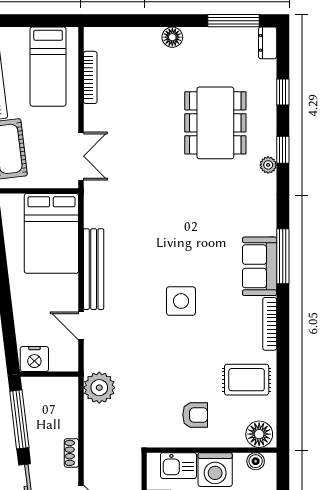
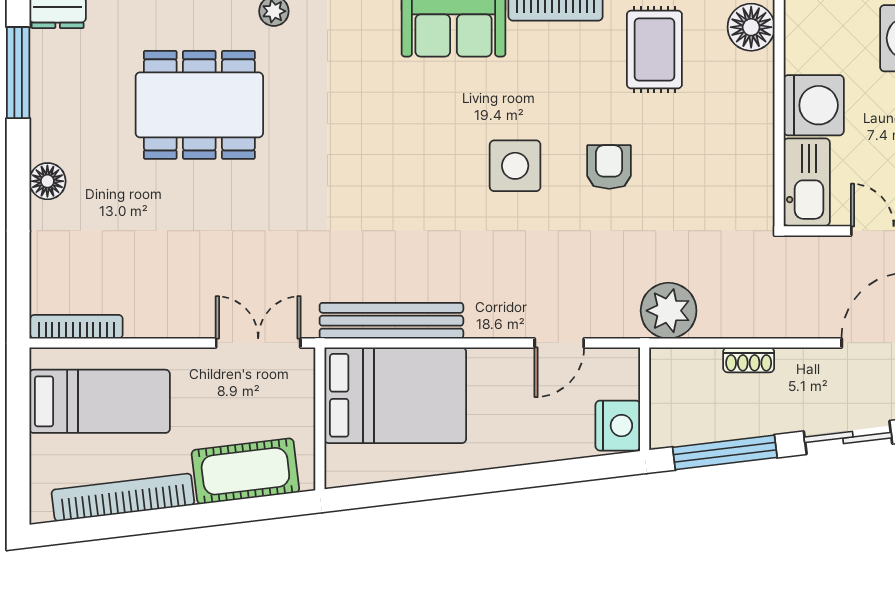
bookcase: (90, 77) -> (76, 327), moved
bench: (94, 269) -> (391, 321), moved
armchair: (195, 415) -> (609, 167), moved
shoe rack: (71, 453) -> (749, 360), moved
boiler: (256, 461) -> (799, 34), removed
kitchen sink: (179, 466) -> (807, 182), width x1.38

